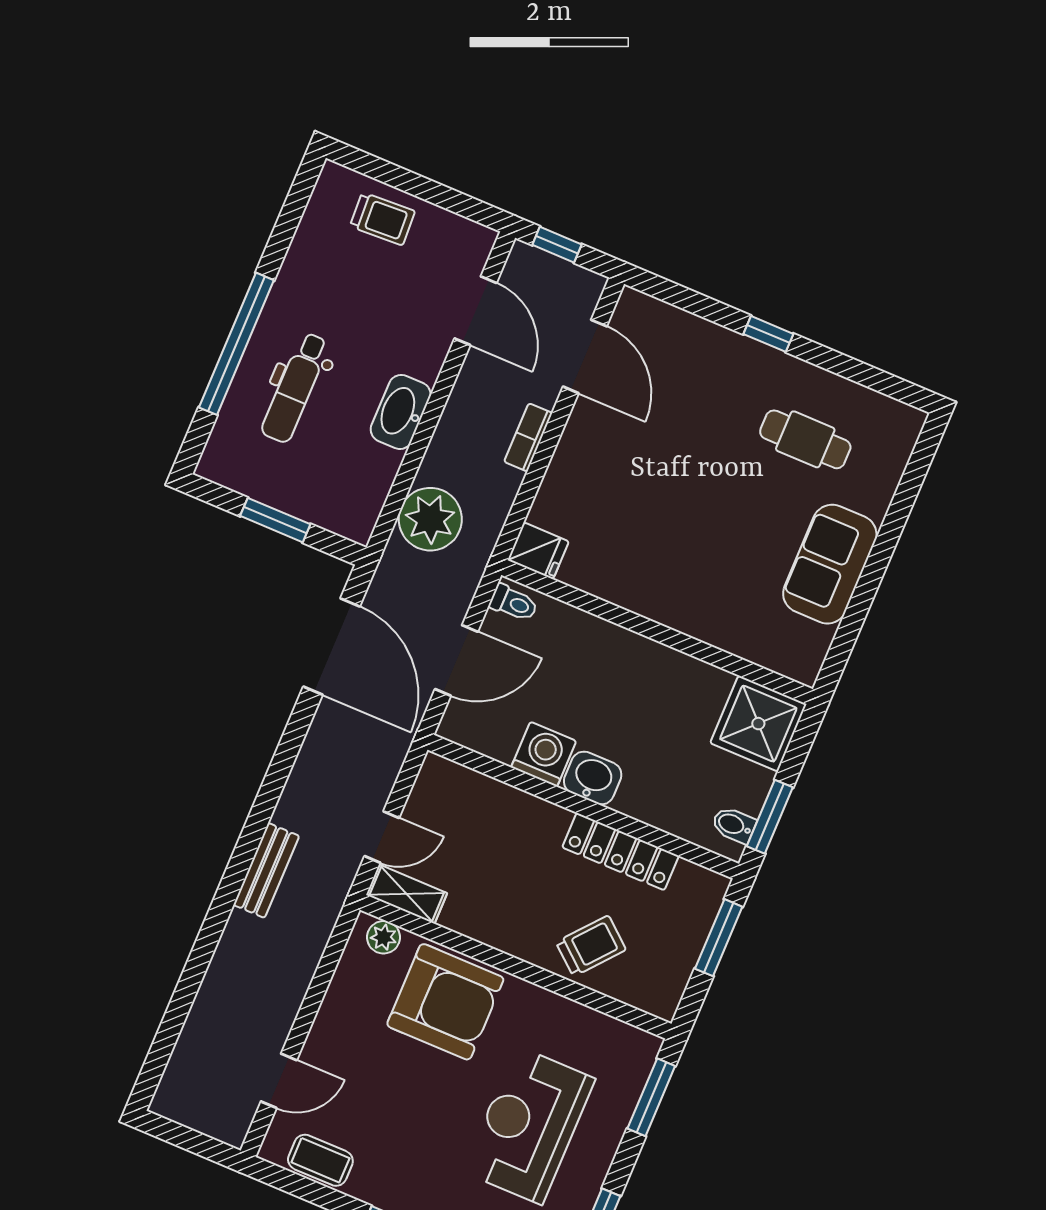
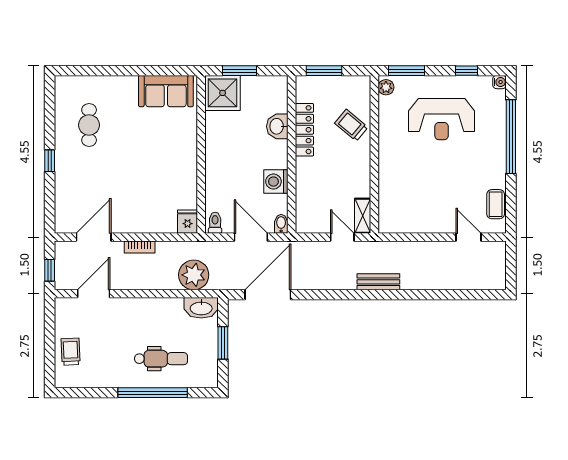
washbasin: (401, 412) -> (201, 308), moved
sofa: (830, 564) -> (166, 91), moved
washbasin: (593, 778) -> (277, 126), moved
window: (770, 817) -> (239, 71), moved
bidet: (734, 825) -> (281, 224), moved, turned 180
plant: (383, 937) -> (386, 87), moved
armchair: (445, 1002) -> (403, 179), removed

